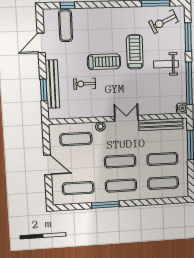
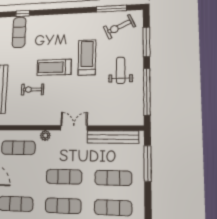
treadmill: (104, 62) -> (54, 67), turned 180
weight bench: (166, 64) -> (121, 70), turned 90
water cooler: (182, 108) -> (138, 120), removed

